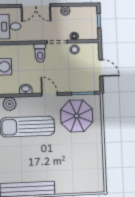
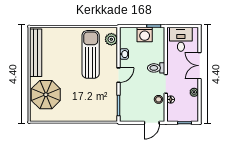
door: (101, 68) -> (152, 123), moved
parasol: (77, 116) -> (46, 95), moved

